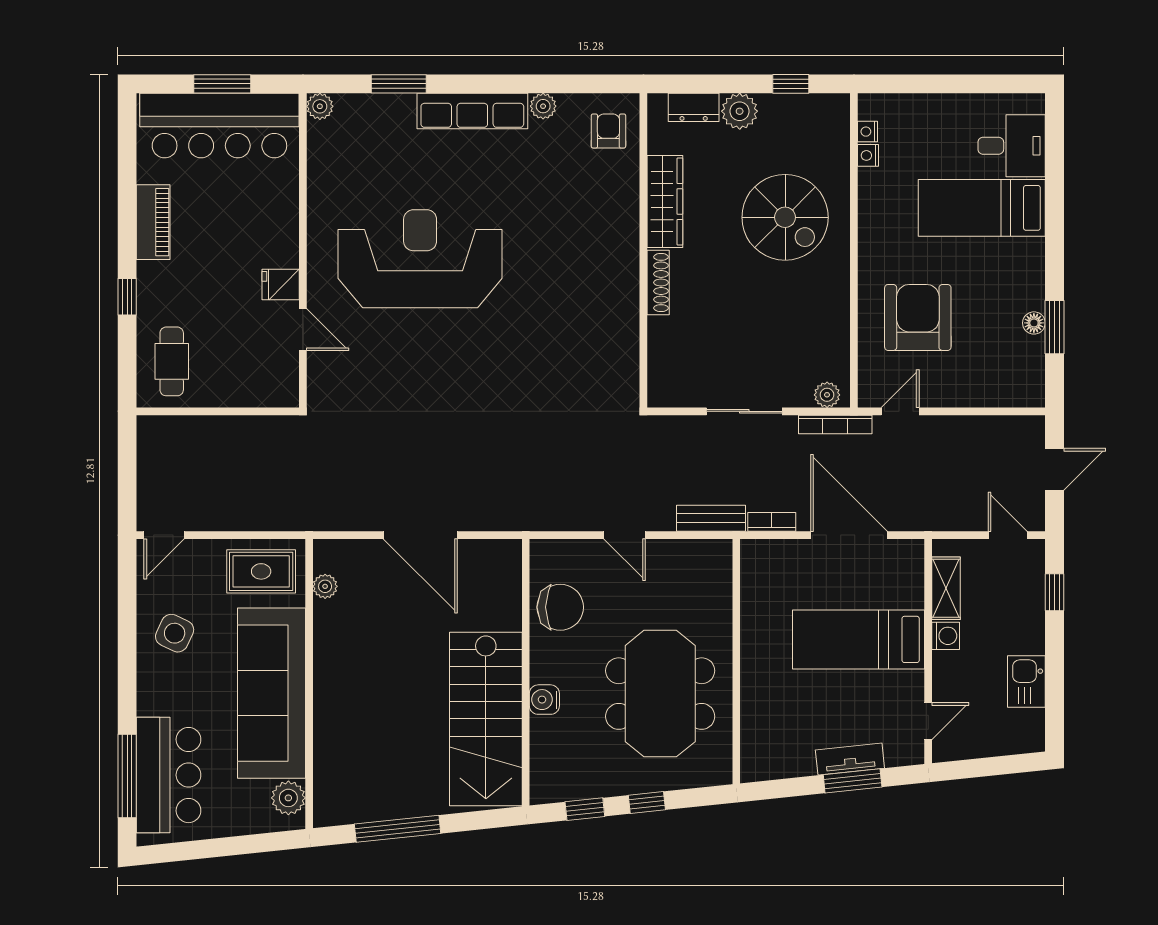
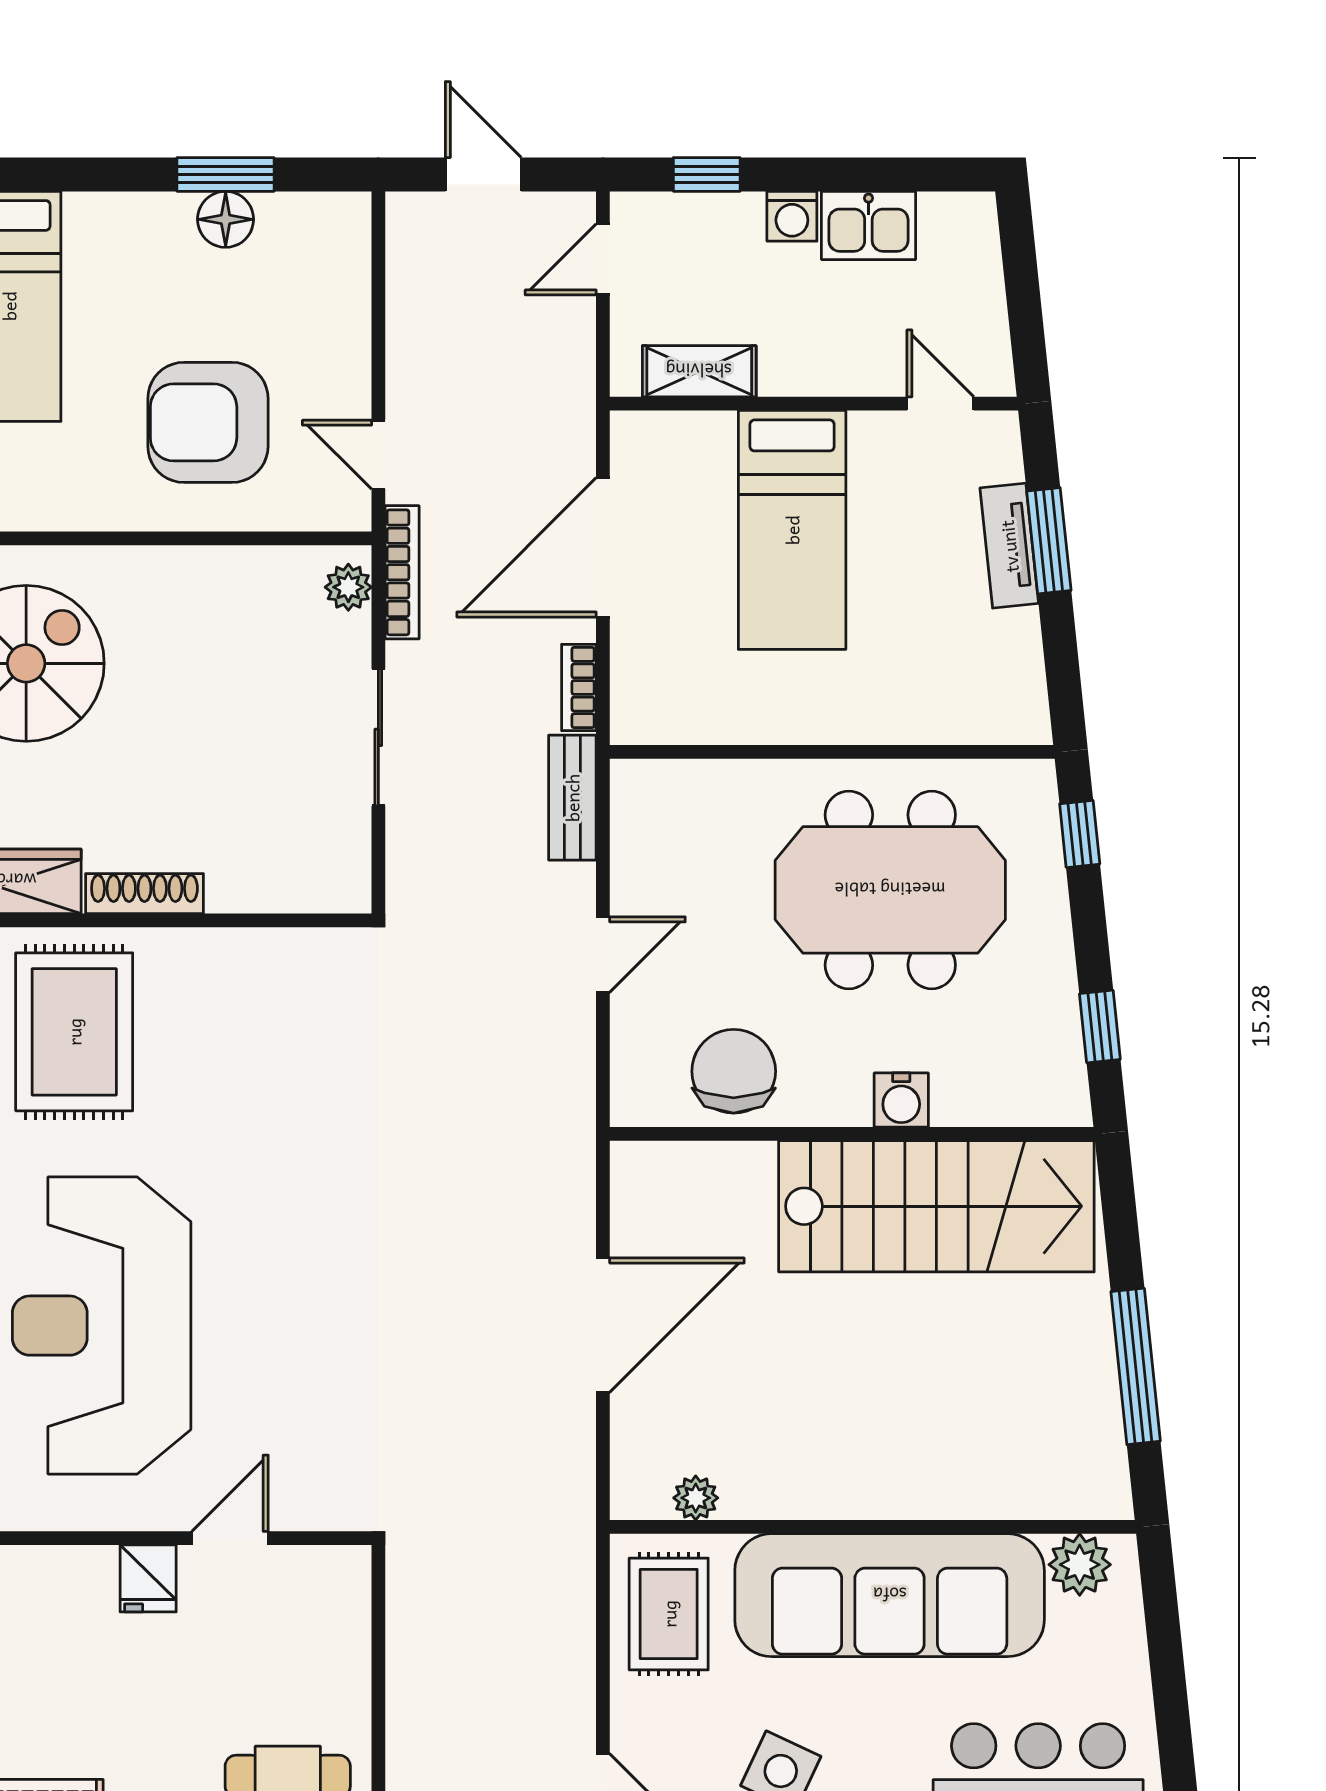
rug: (582, 244) -> (74, 1032), added
floor lamp: (1034, 323) -> (226, 219), width x1.37, depth x1.37
washing machine: (946, 636) -> (792, 216), moved, turned 180
window: (647, 803) -> (1080, 834), moved

